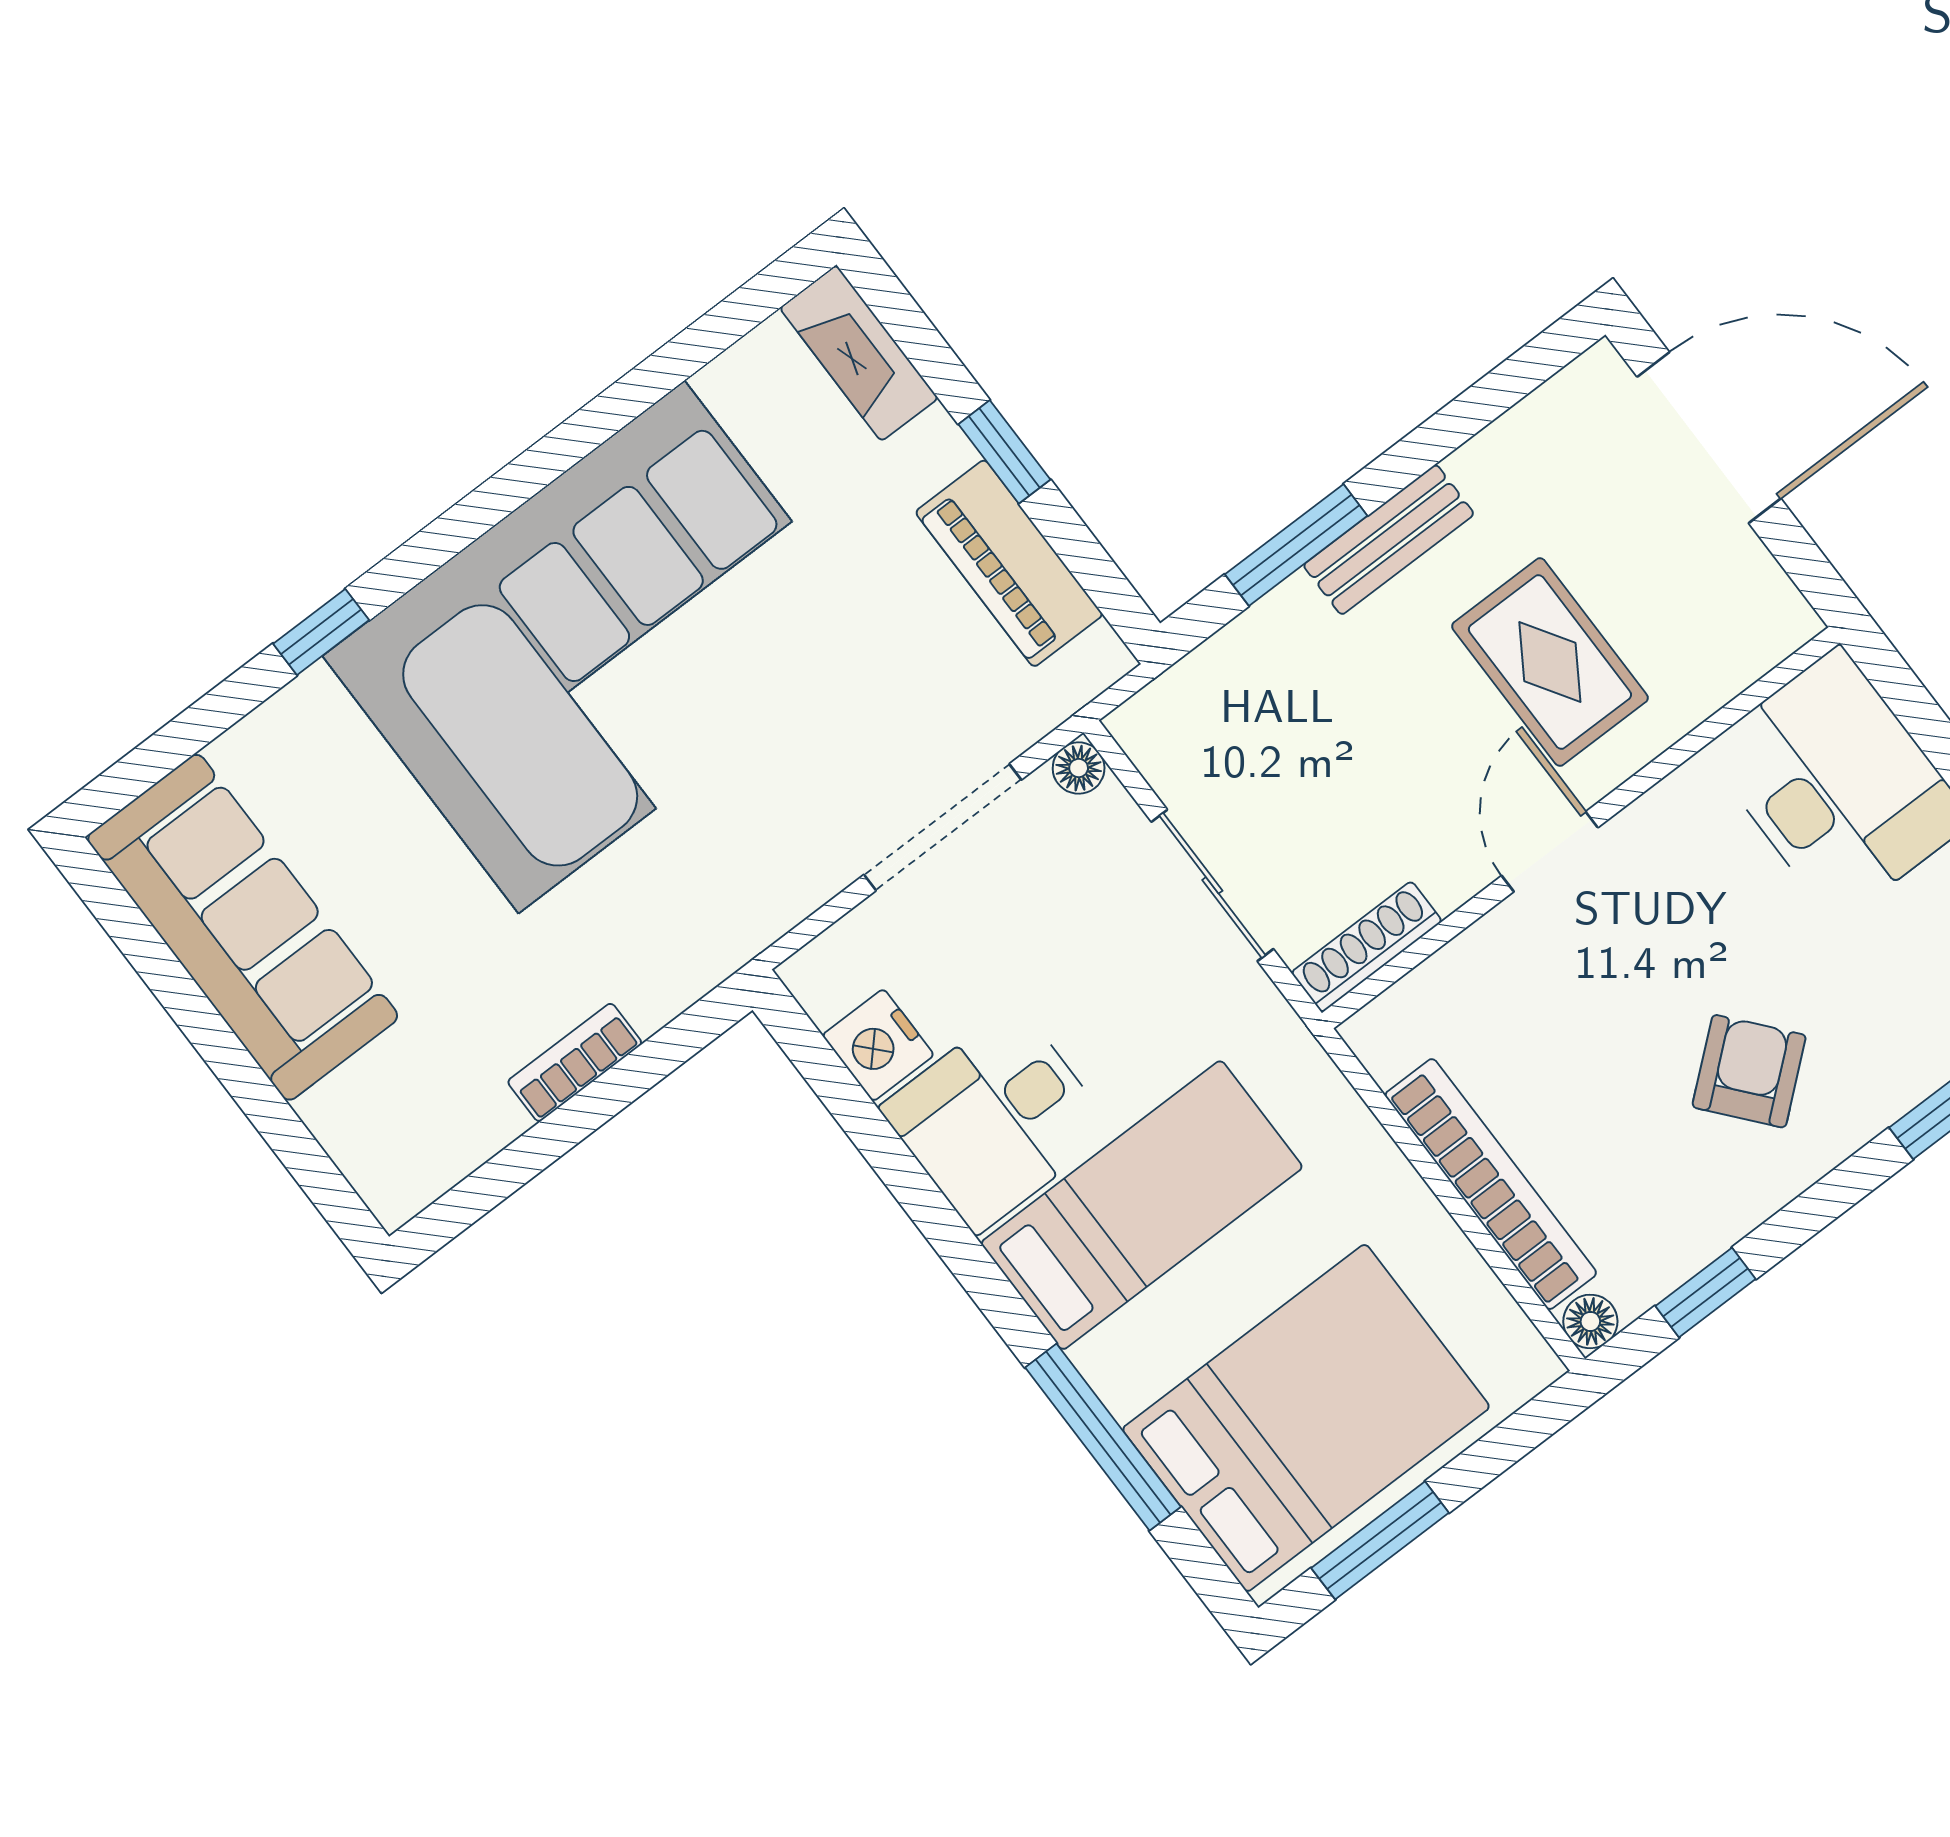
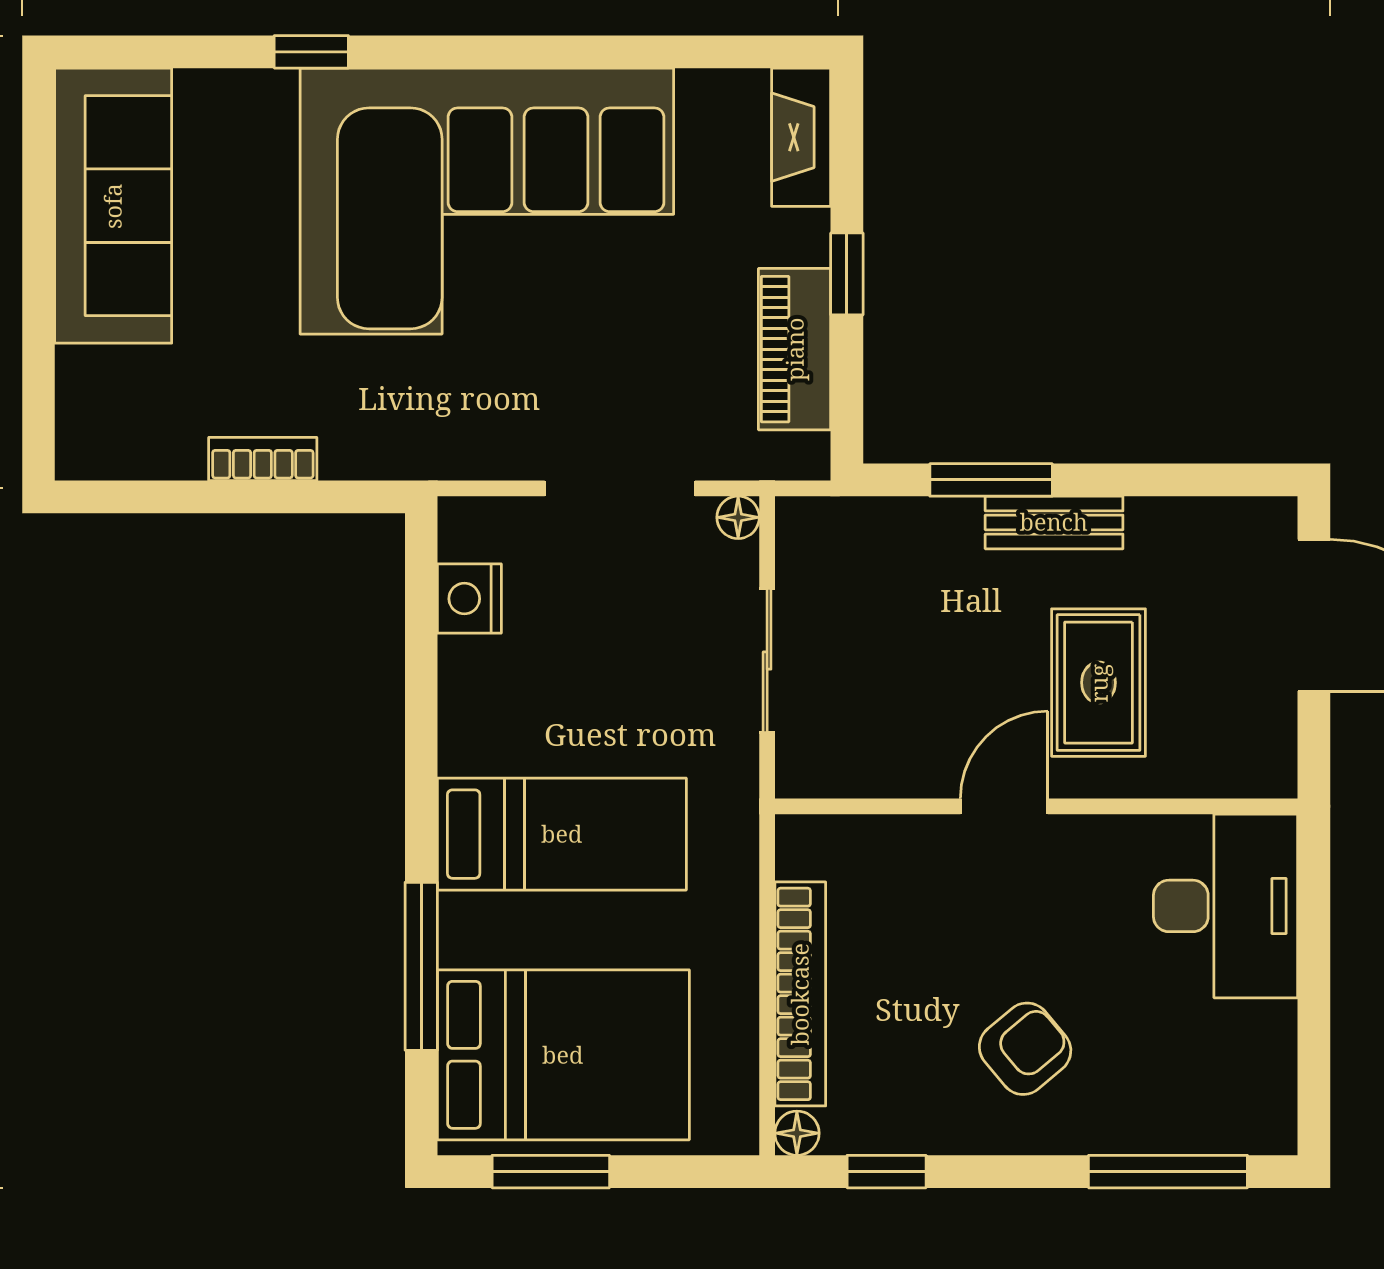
shoe rack: (1367, 947) -> (837, 777), removed
desk: (997, 1119) -> (510, 706), removed

